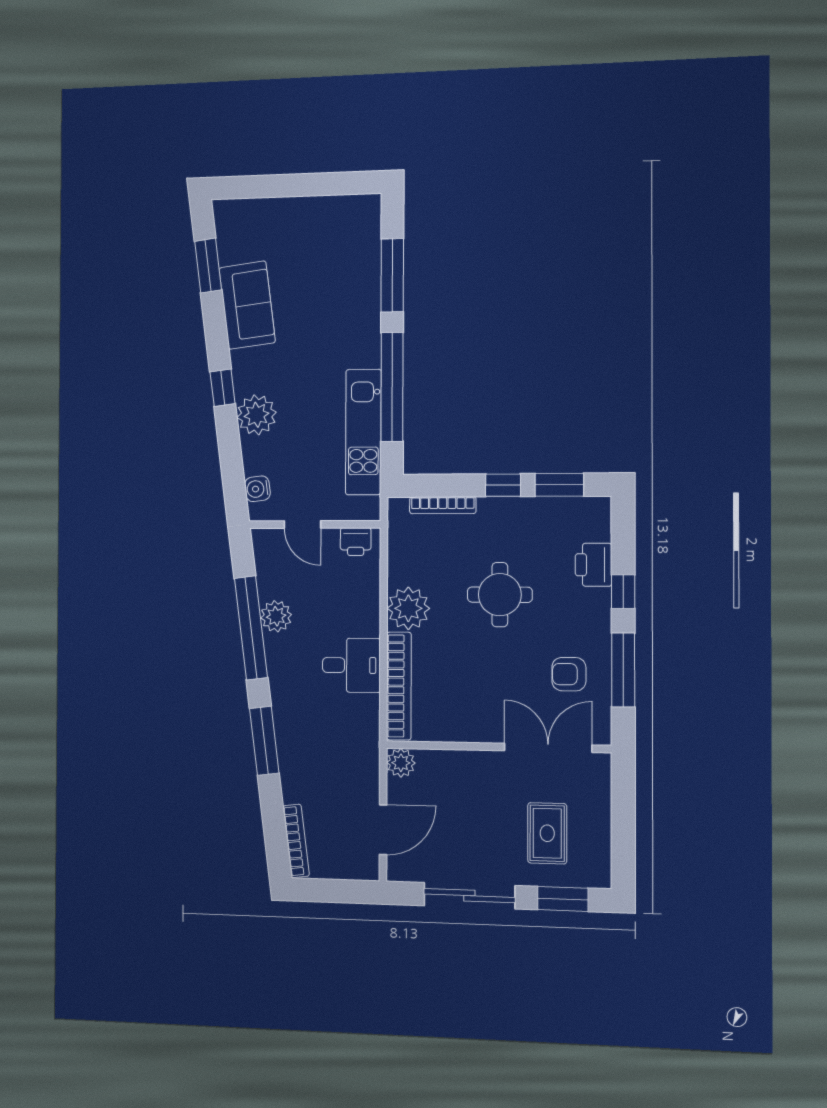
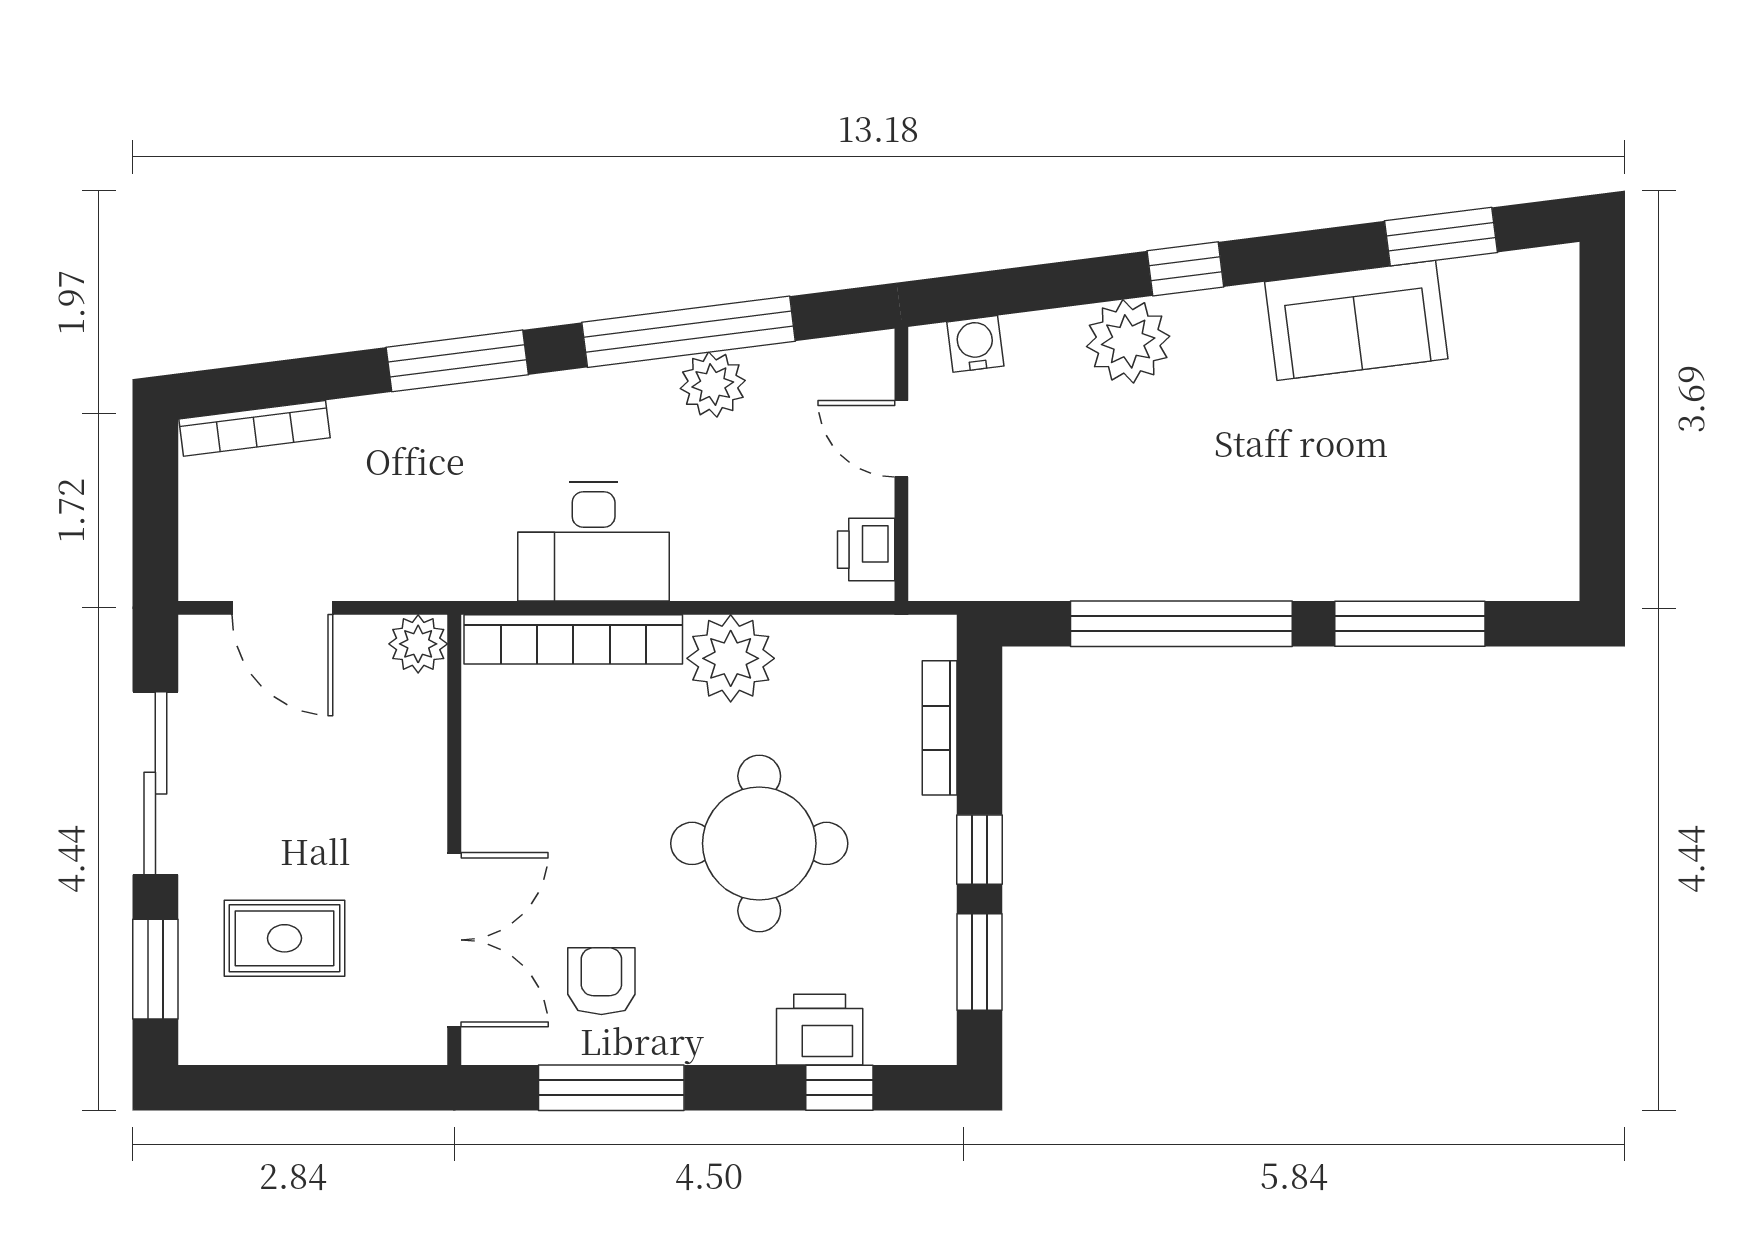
kitchen unit: (363, 432) -> (1090, 565), removed
door: (302, 524) -> (901, 439), hinge flipped
window: (623, 592) -> (839, 1088), moved
round table: (500, 595) -> (759, 843), width x1.36, depth x1.36
desk: (351, 665) -> (594, 542), width x1.37

